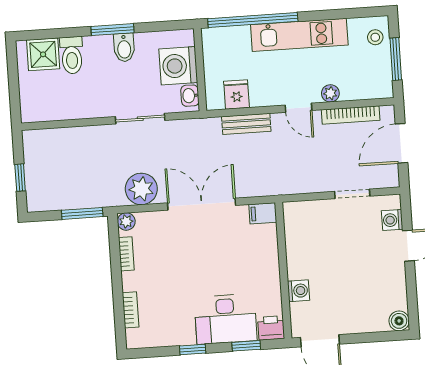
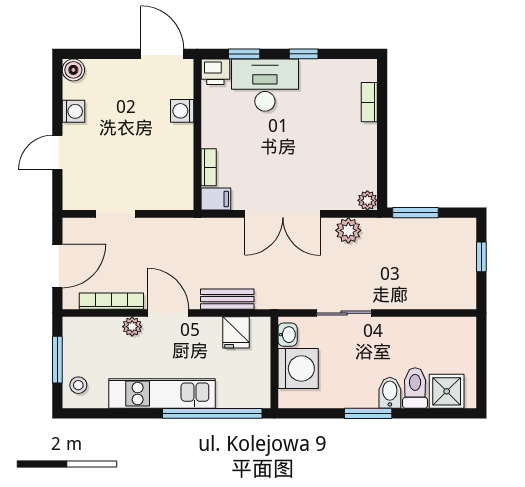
bidet: (124, 47) -> (390, 393), moved
door: (299, 108) -> (168, 313), width x1.37
plant: (141, 189) -> (348, 230), width x0.73, depth x0.73
washing machine: (392, 220) -> (73, 111), moved
bookcase: (126, 254) -> (209, 167), moved, turned 180

